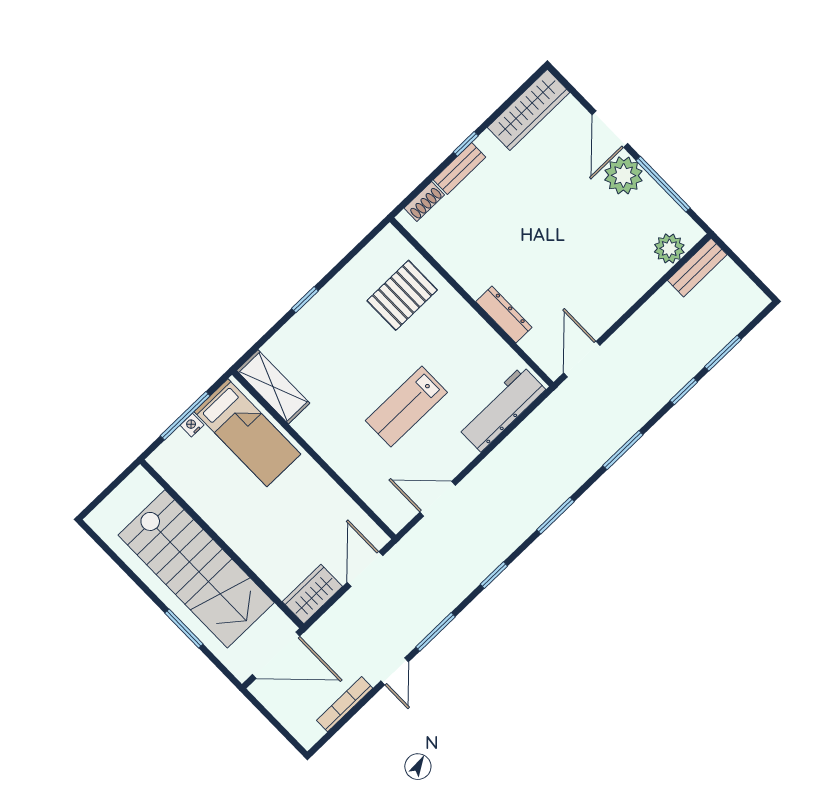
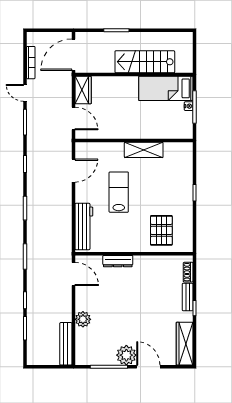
plant: (669, 249) -> (83, 319), moved
bench: (697, 268) -> (66, 344), width x1.36
shelving: (273, 387) -> (144, 150), moved
bed: (247, 433) -> (166, 88), moved
stairs: (196, 569) -> (145, 62), width x0.73, depth x0.66

